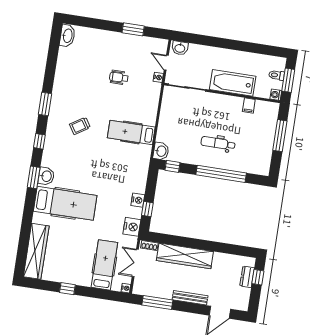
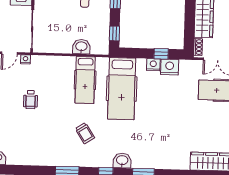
washbasin: (161, 151) -> (81, 47), moved
washbasin: (46, 176) -> (122, 161), moved
hospital bed: (65, 203) -> (122, 89), moved, turned 180
nightstand: (132, 227) -> (170, 67), moved

